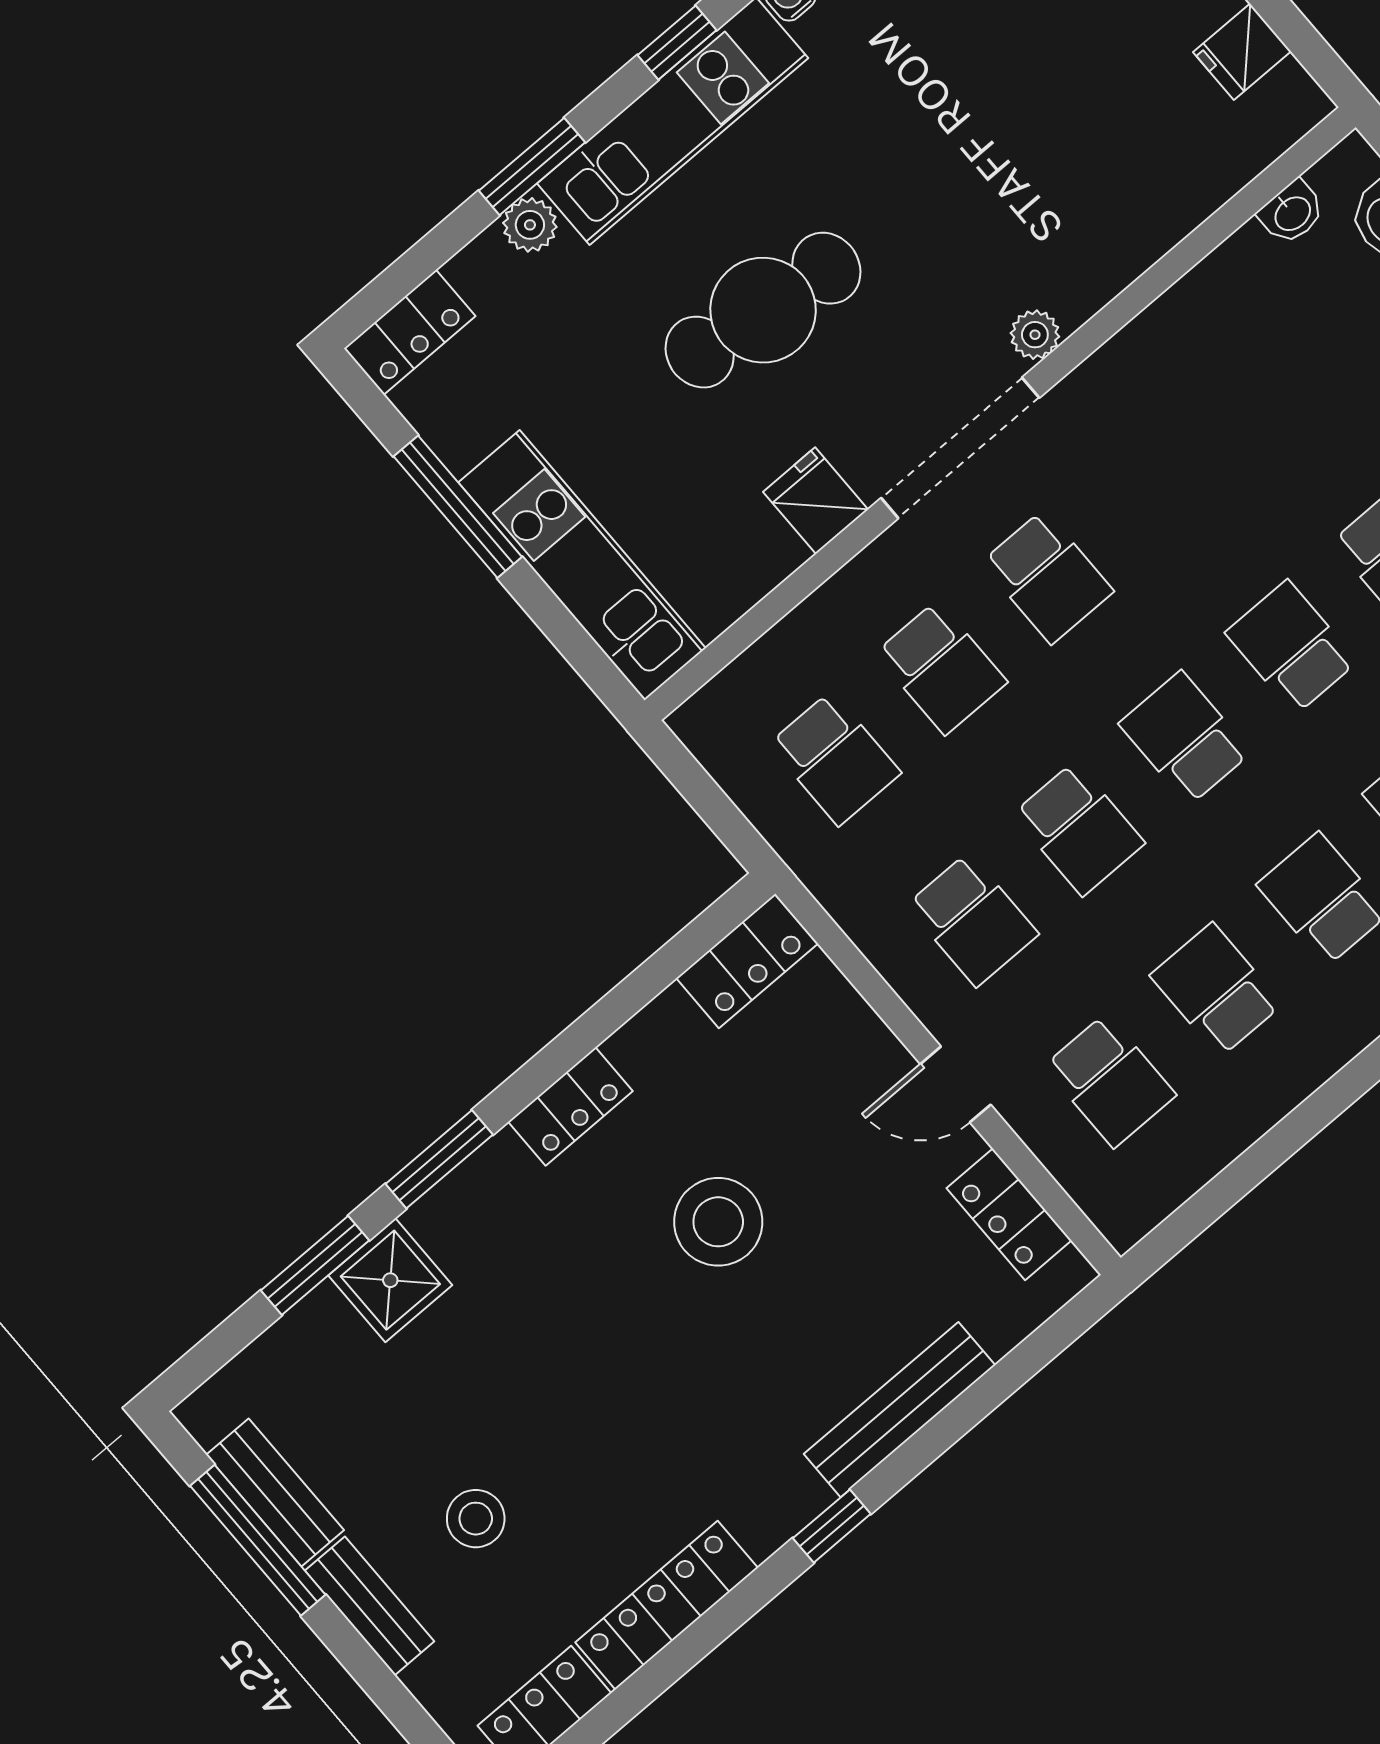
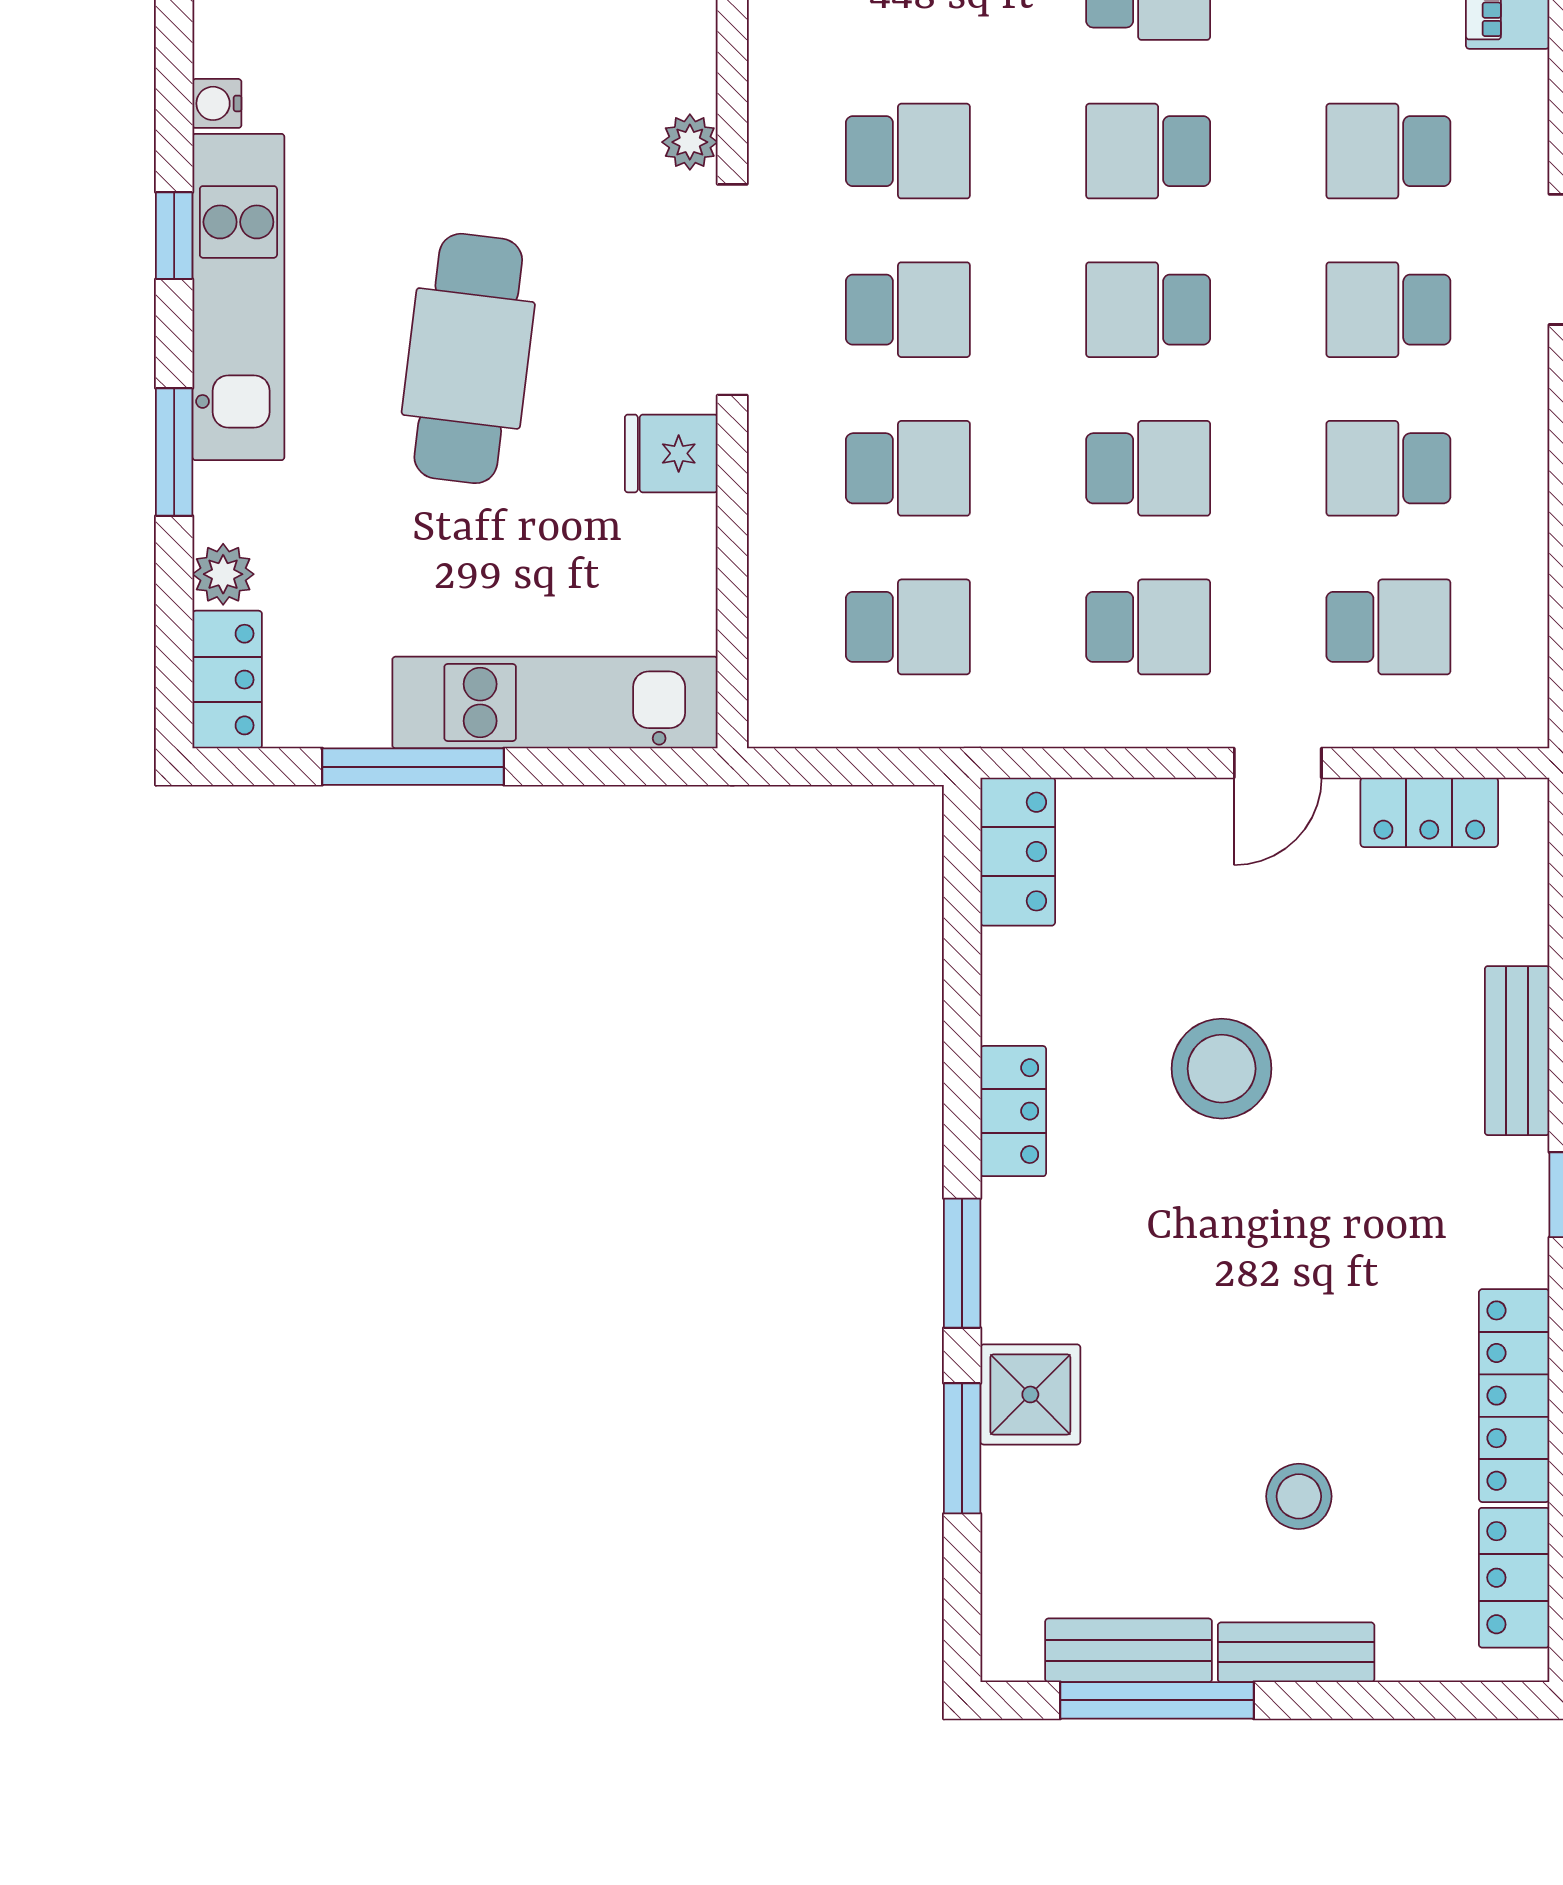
plant: (530, 225) -> (223, 574), moved
school desk: (1154, 486) -> (908, 151), added
bench: (900, 1410) -> (1517, 1051), width x0.73

